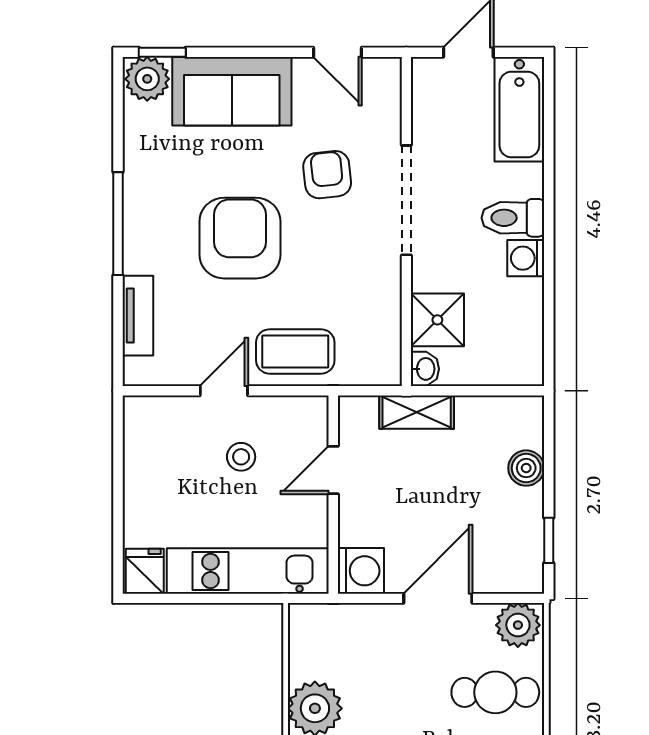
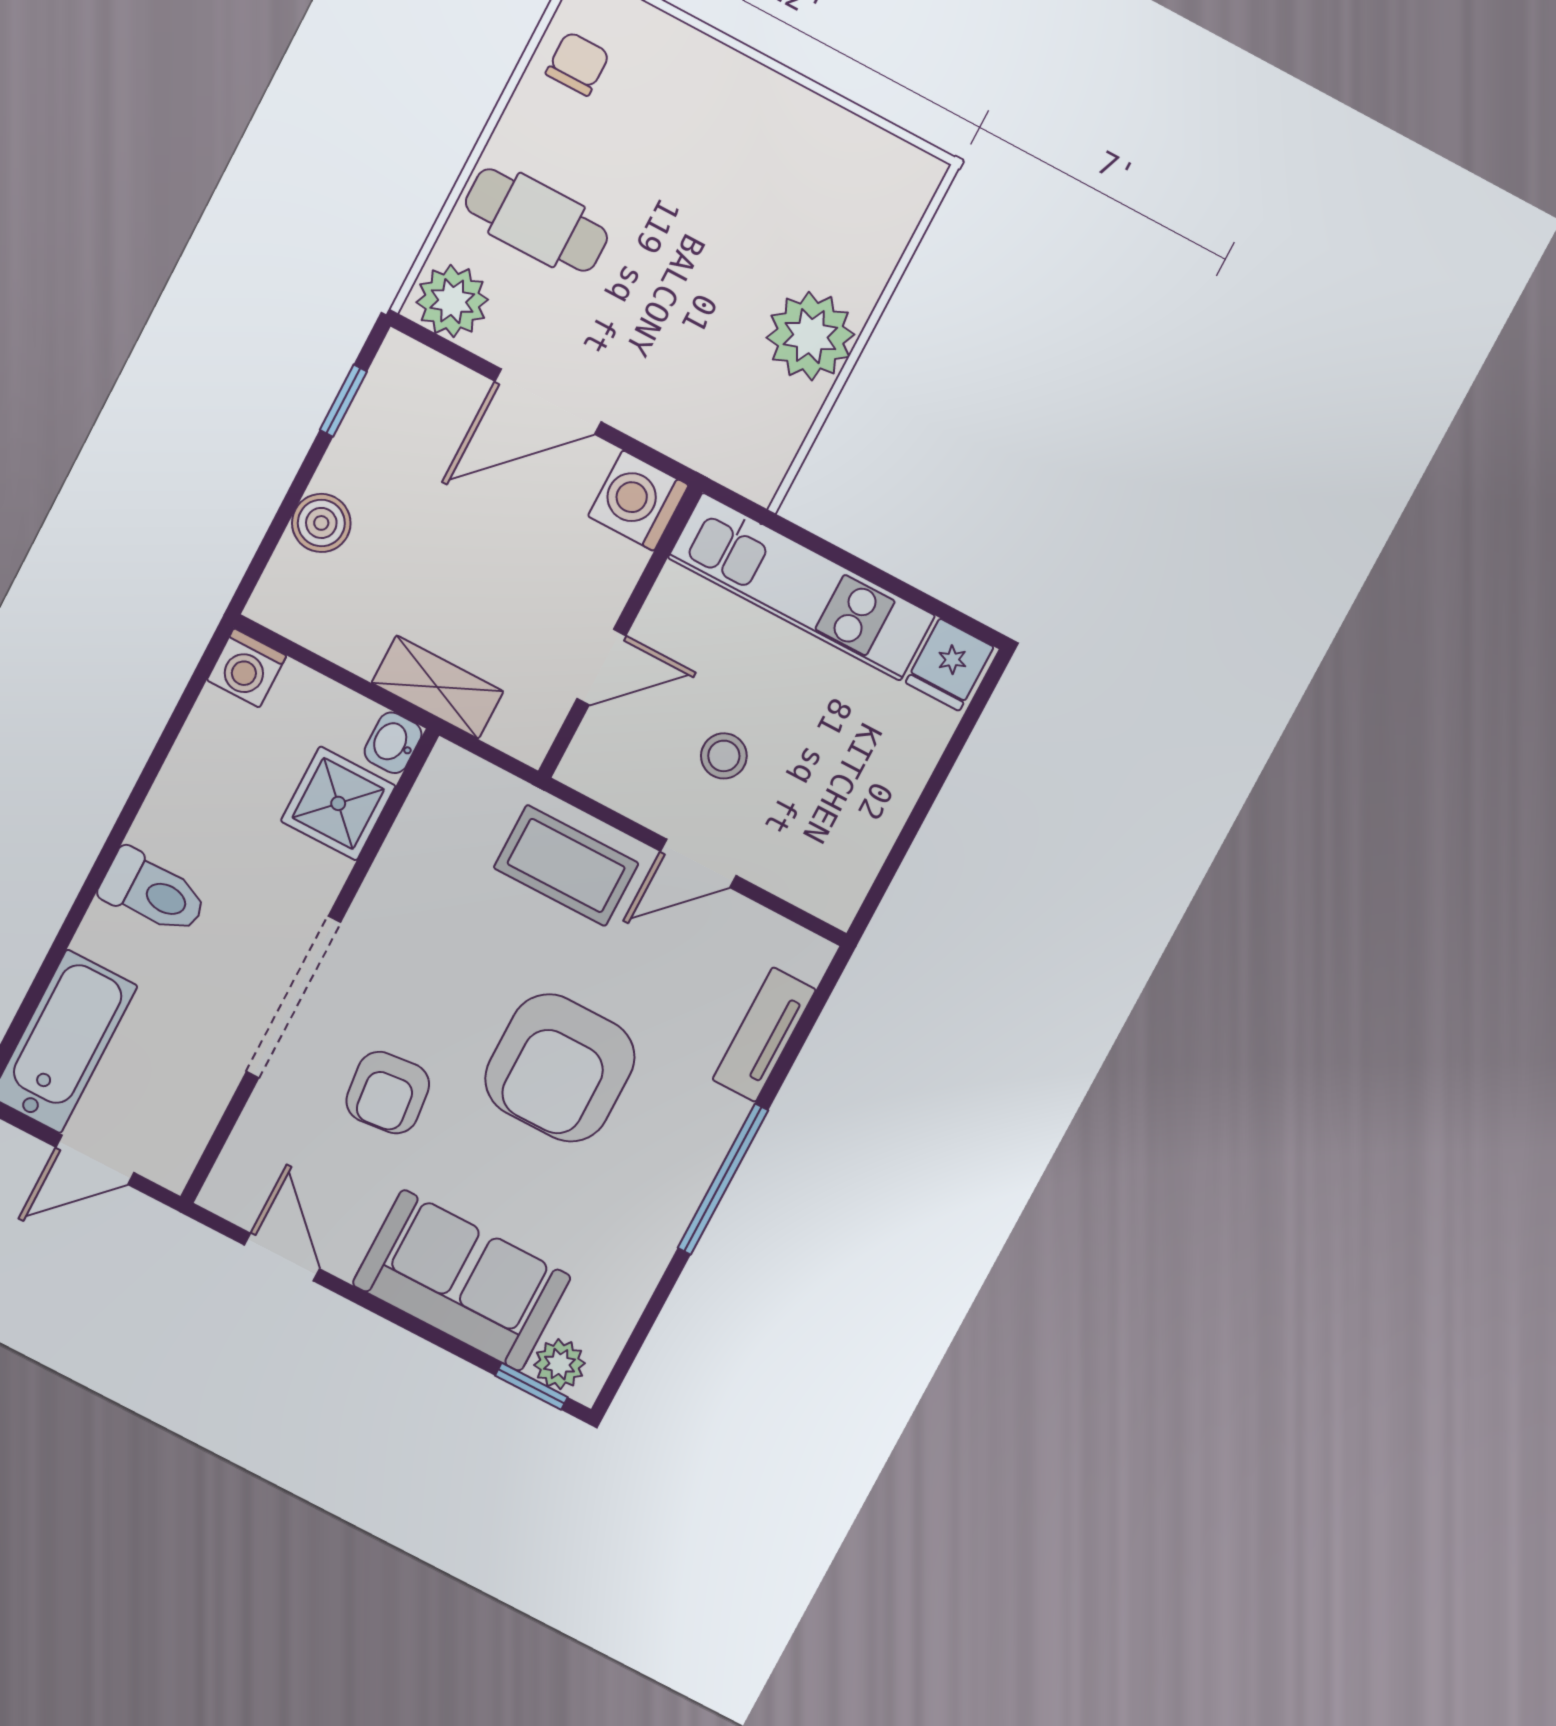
plant: (147, 79) -> (559, 1364), width x0.73, depth x0.73
washing machine: (526, 258) -> (247, 668), moved, turned 90

